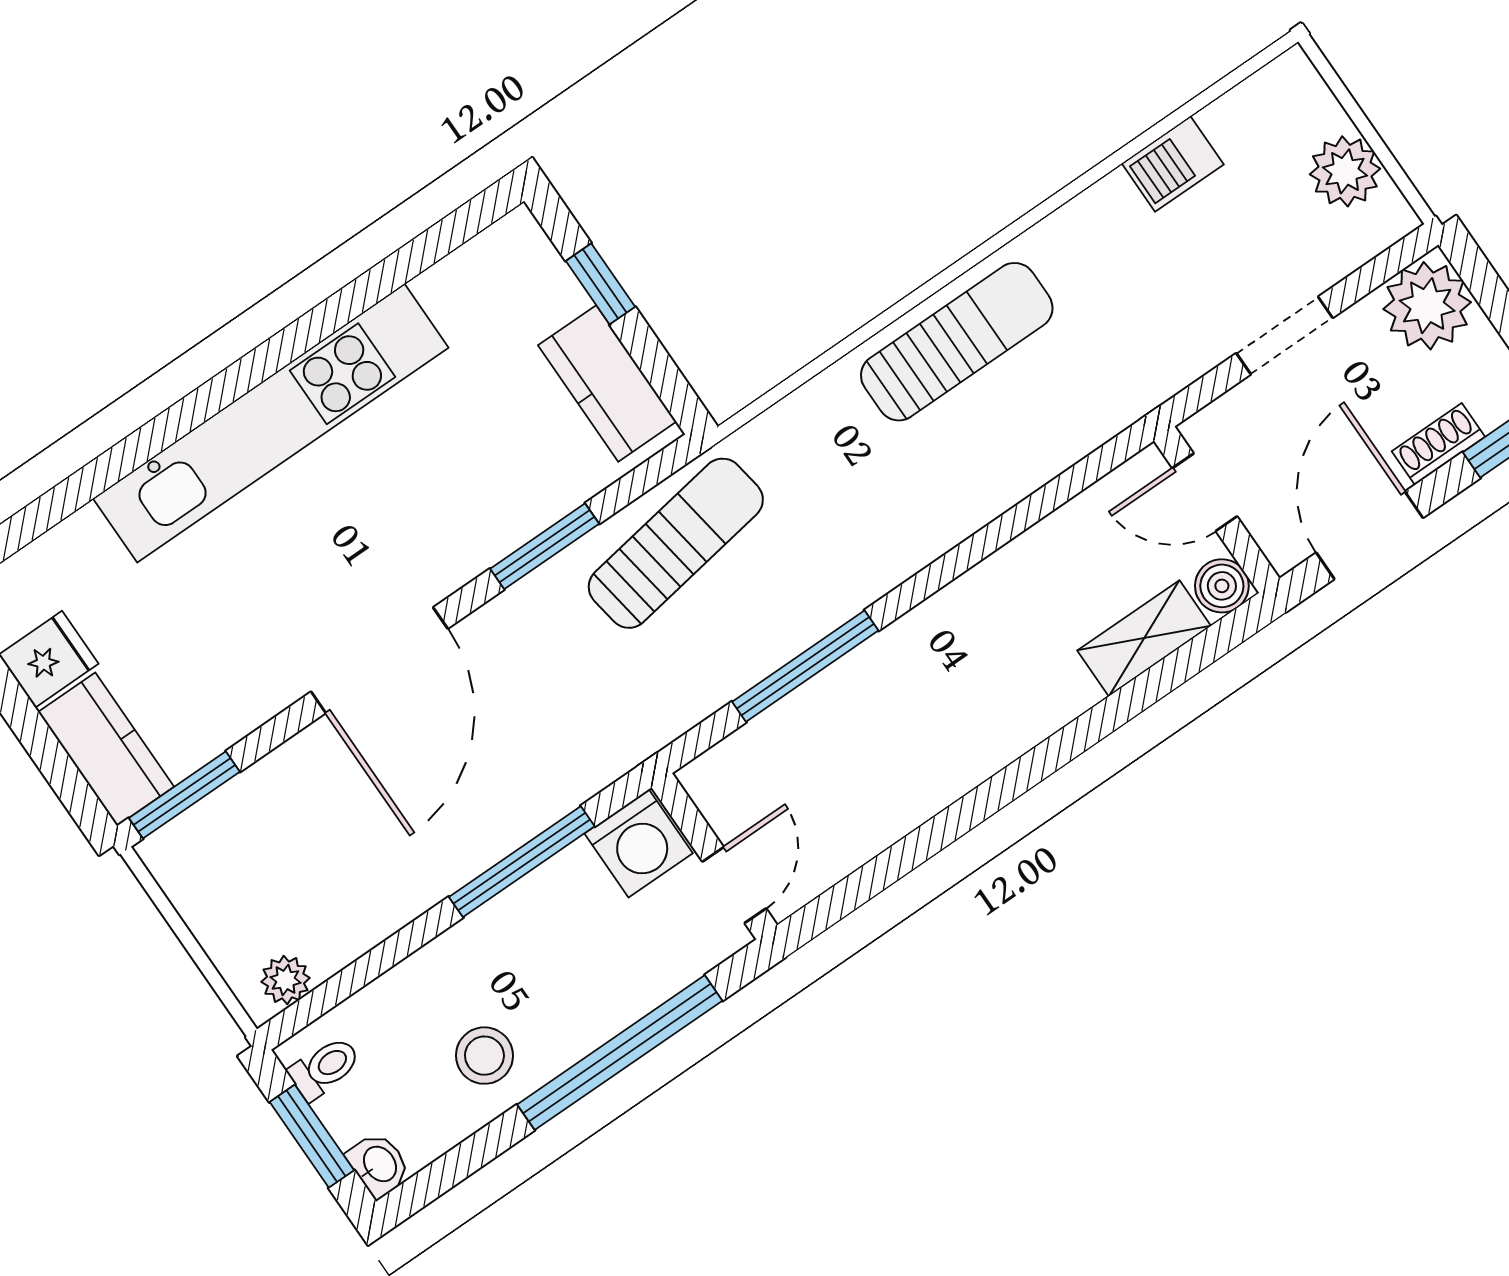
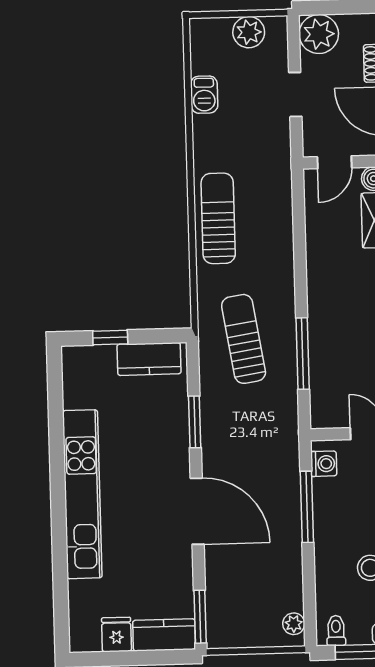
sun lounger: (676, 543) -> (244, 339), moved
washing machine: (639, 843) -> (324, 464), width x0.73, depth x0.73

